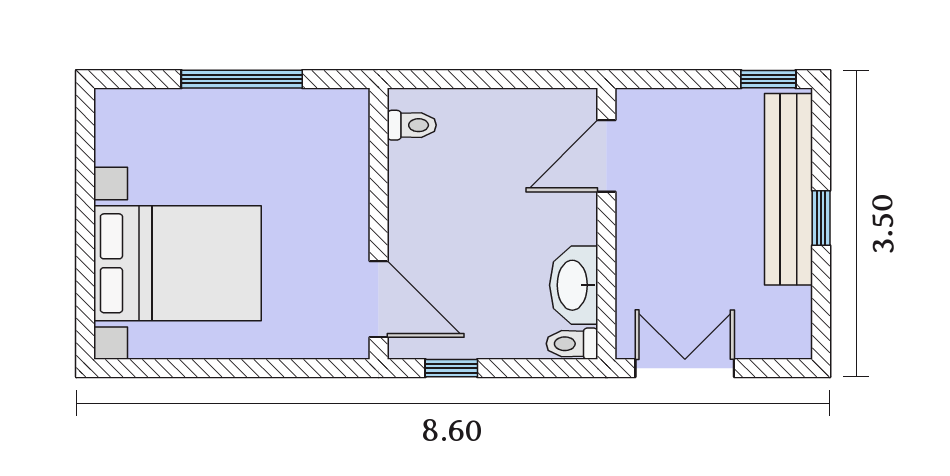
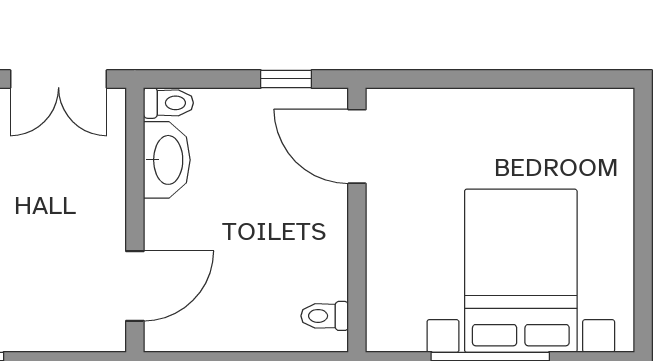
bed with nightstands: (178, 263) -> (521, 271), moved, turned 90

